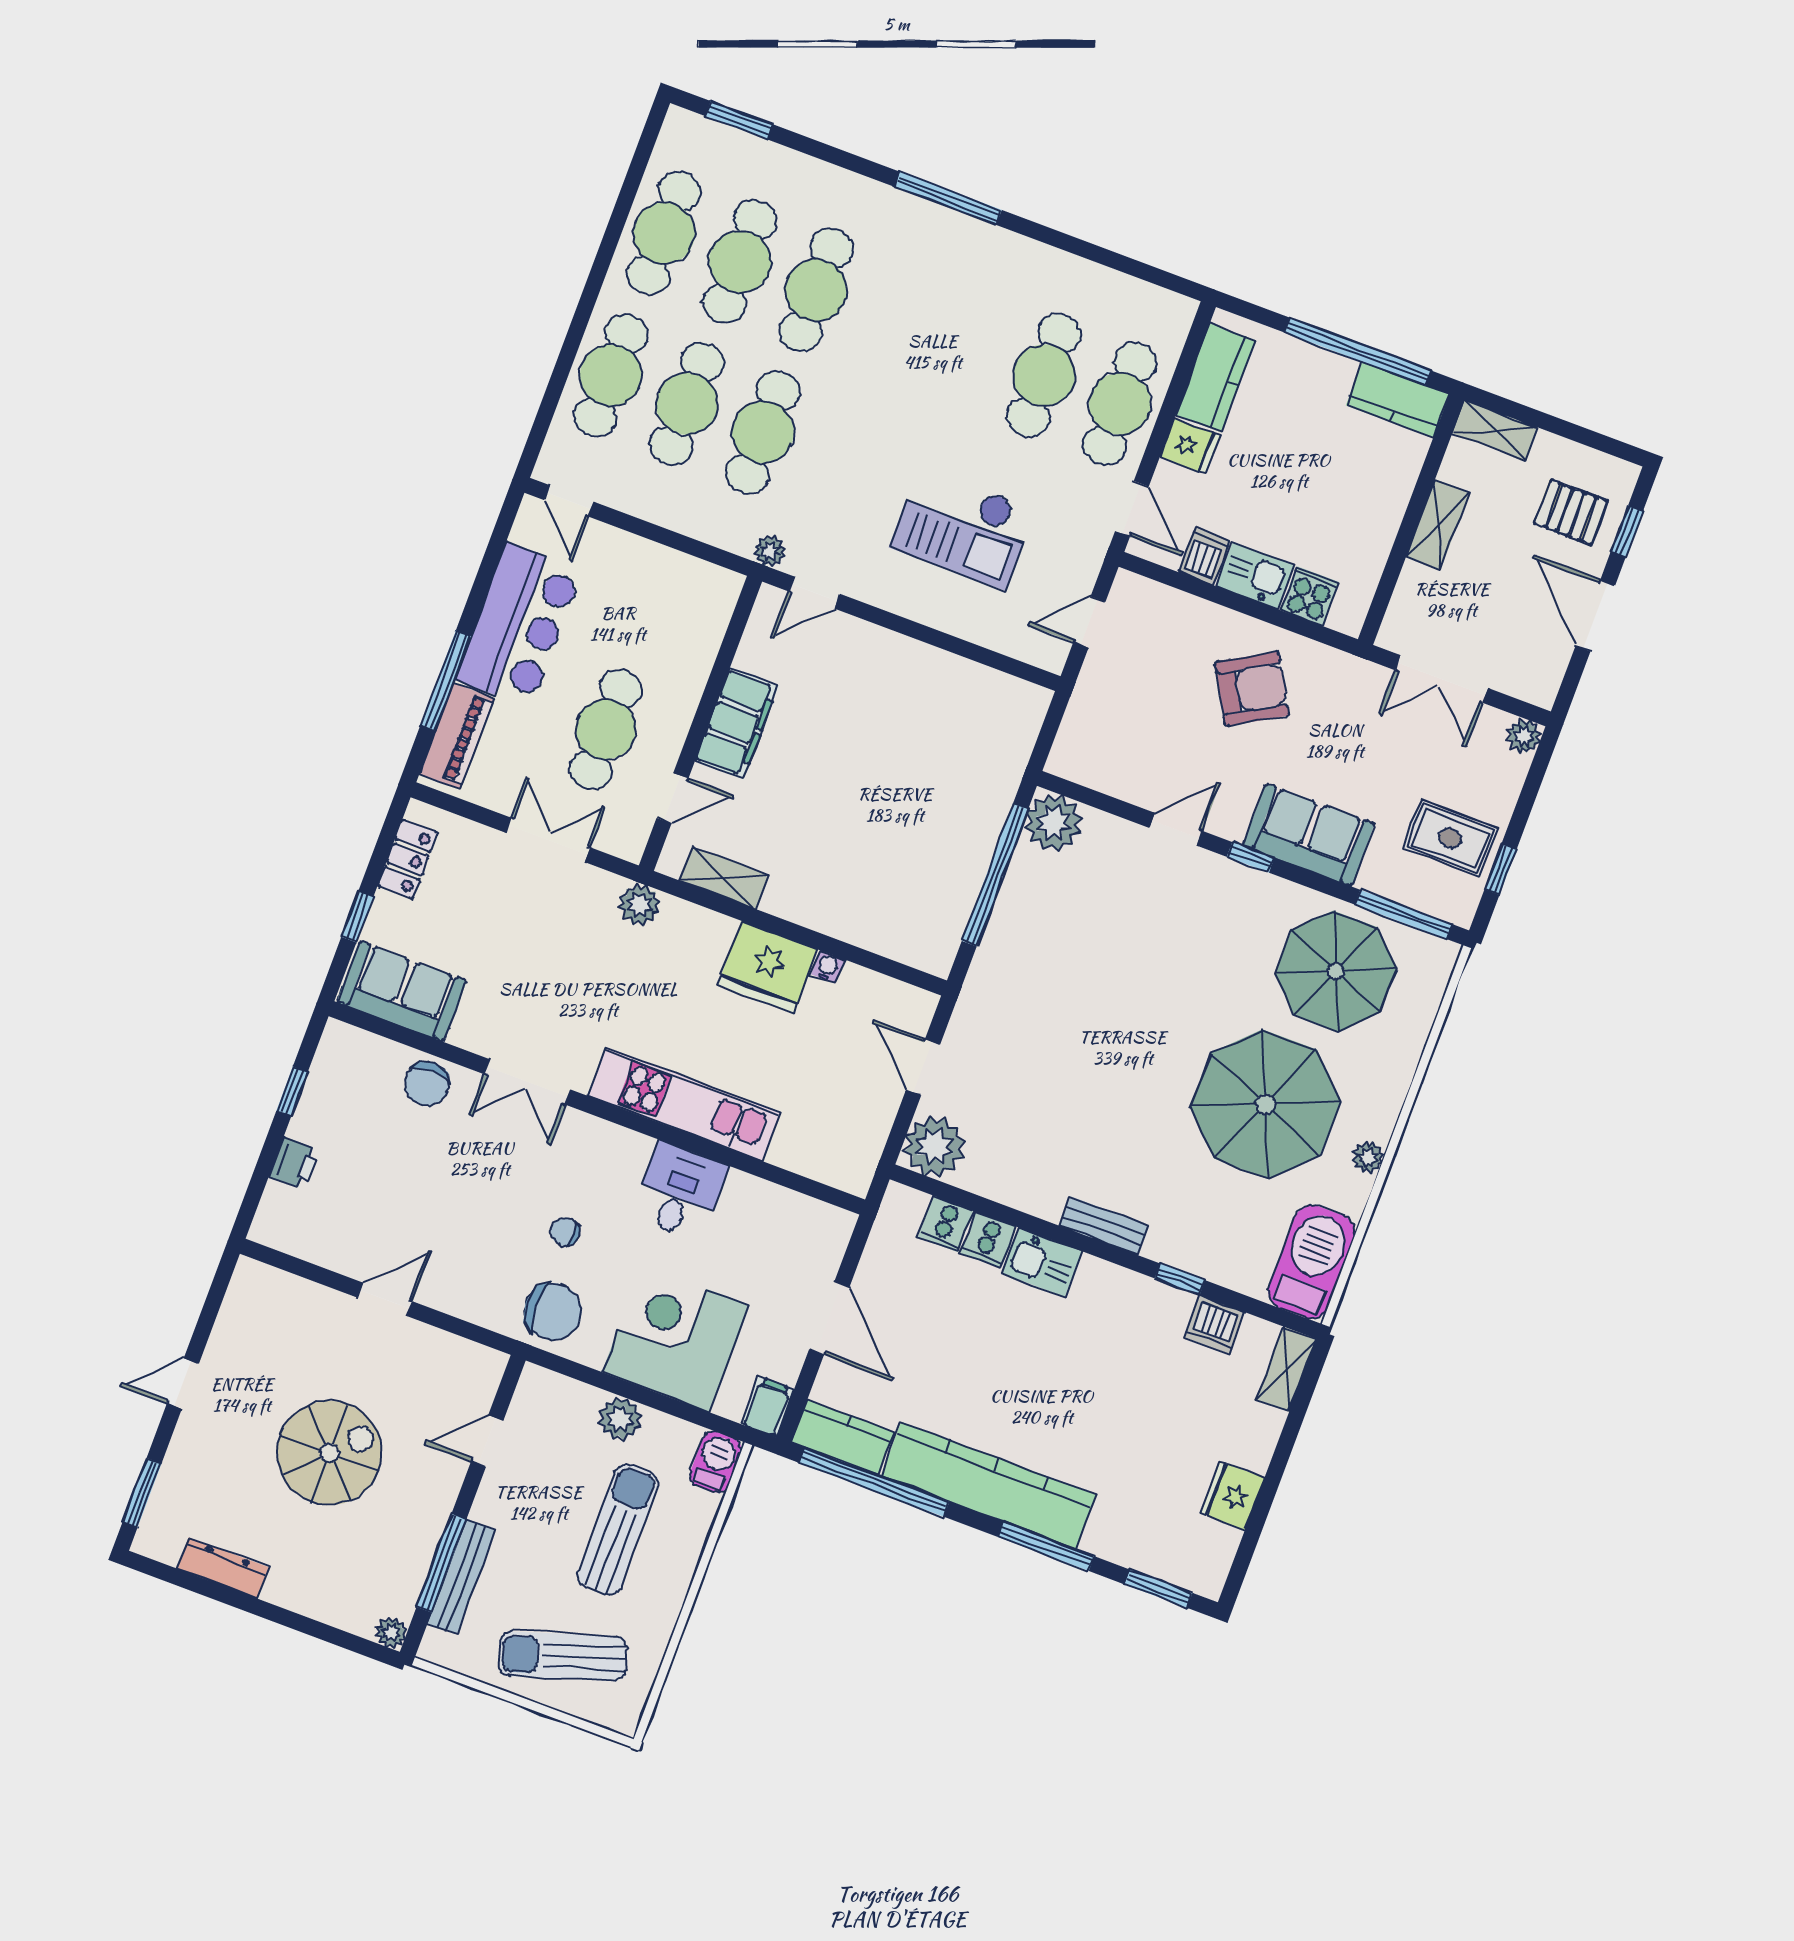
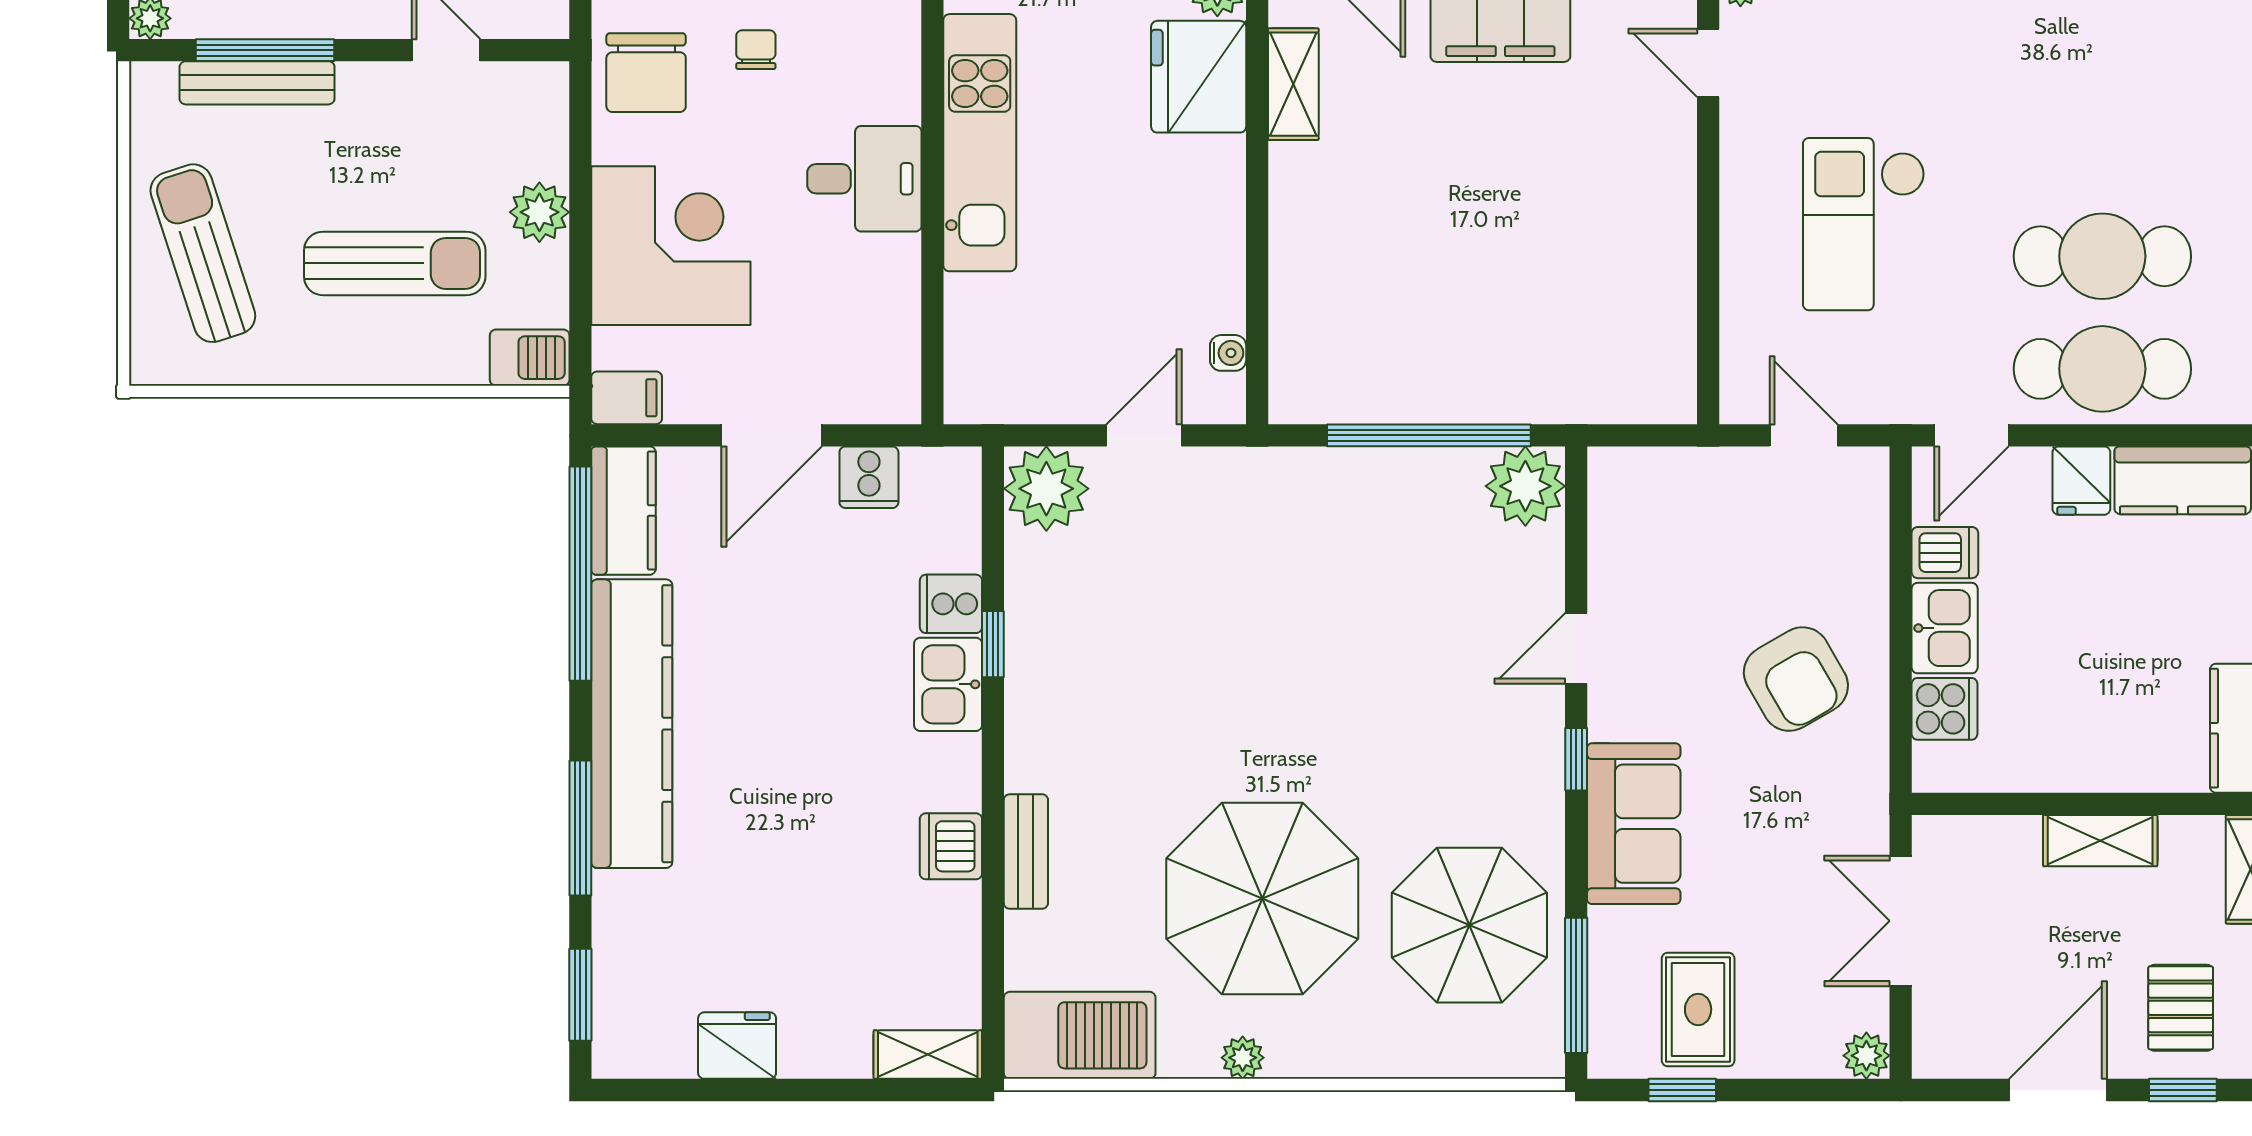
door: (1176, 829) -> (1576, 648), swing flipped
fridge: (767, 967) -> (1199, 77), moved
water cooler: (828, 967) -> (1228, 353), moved
cooker: (946, 1224) -> (869, 477), moved, turned -90
bench: (1104, 1226) -> (1026, 851), moved
window: (1180, 1279) -> (993, 644), moved
dishwasher: (1215, 1325) -> (951, 846), moved

